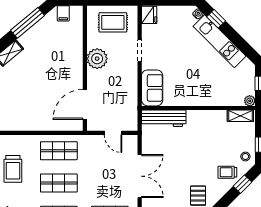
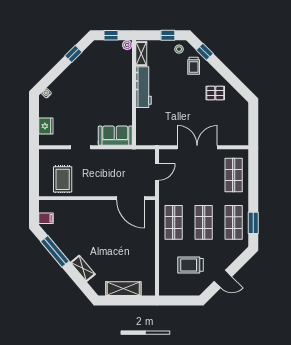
fridge: (149, 15) -> (46, 126), moved, turned 90
window: (216, 19) -> (73, 54), moved
rug: (113, 22) -> (63, 179), moved
kitchen unit: (219, 41) -> (72, 73), removed
plant: (97, 59) -> (88, 187), removed
workbench: (164, 118) -> (143, 87), moved
trolley: (13, 169) -> (190, 265), turned 180

